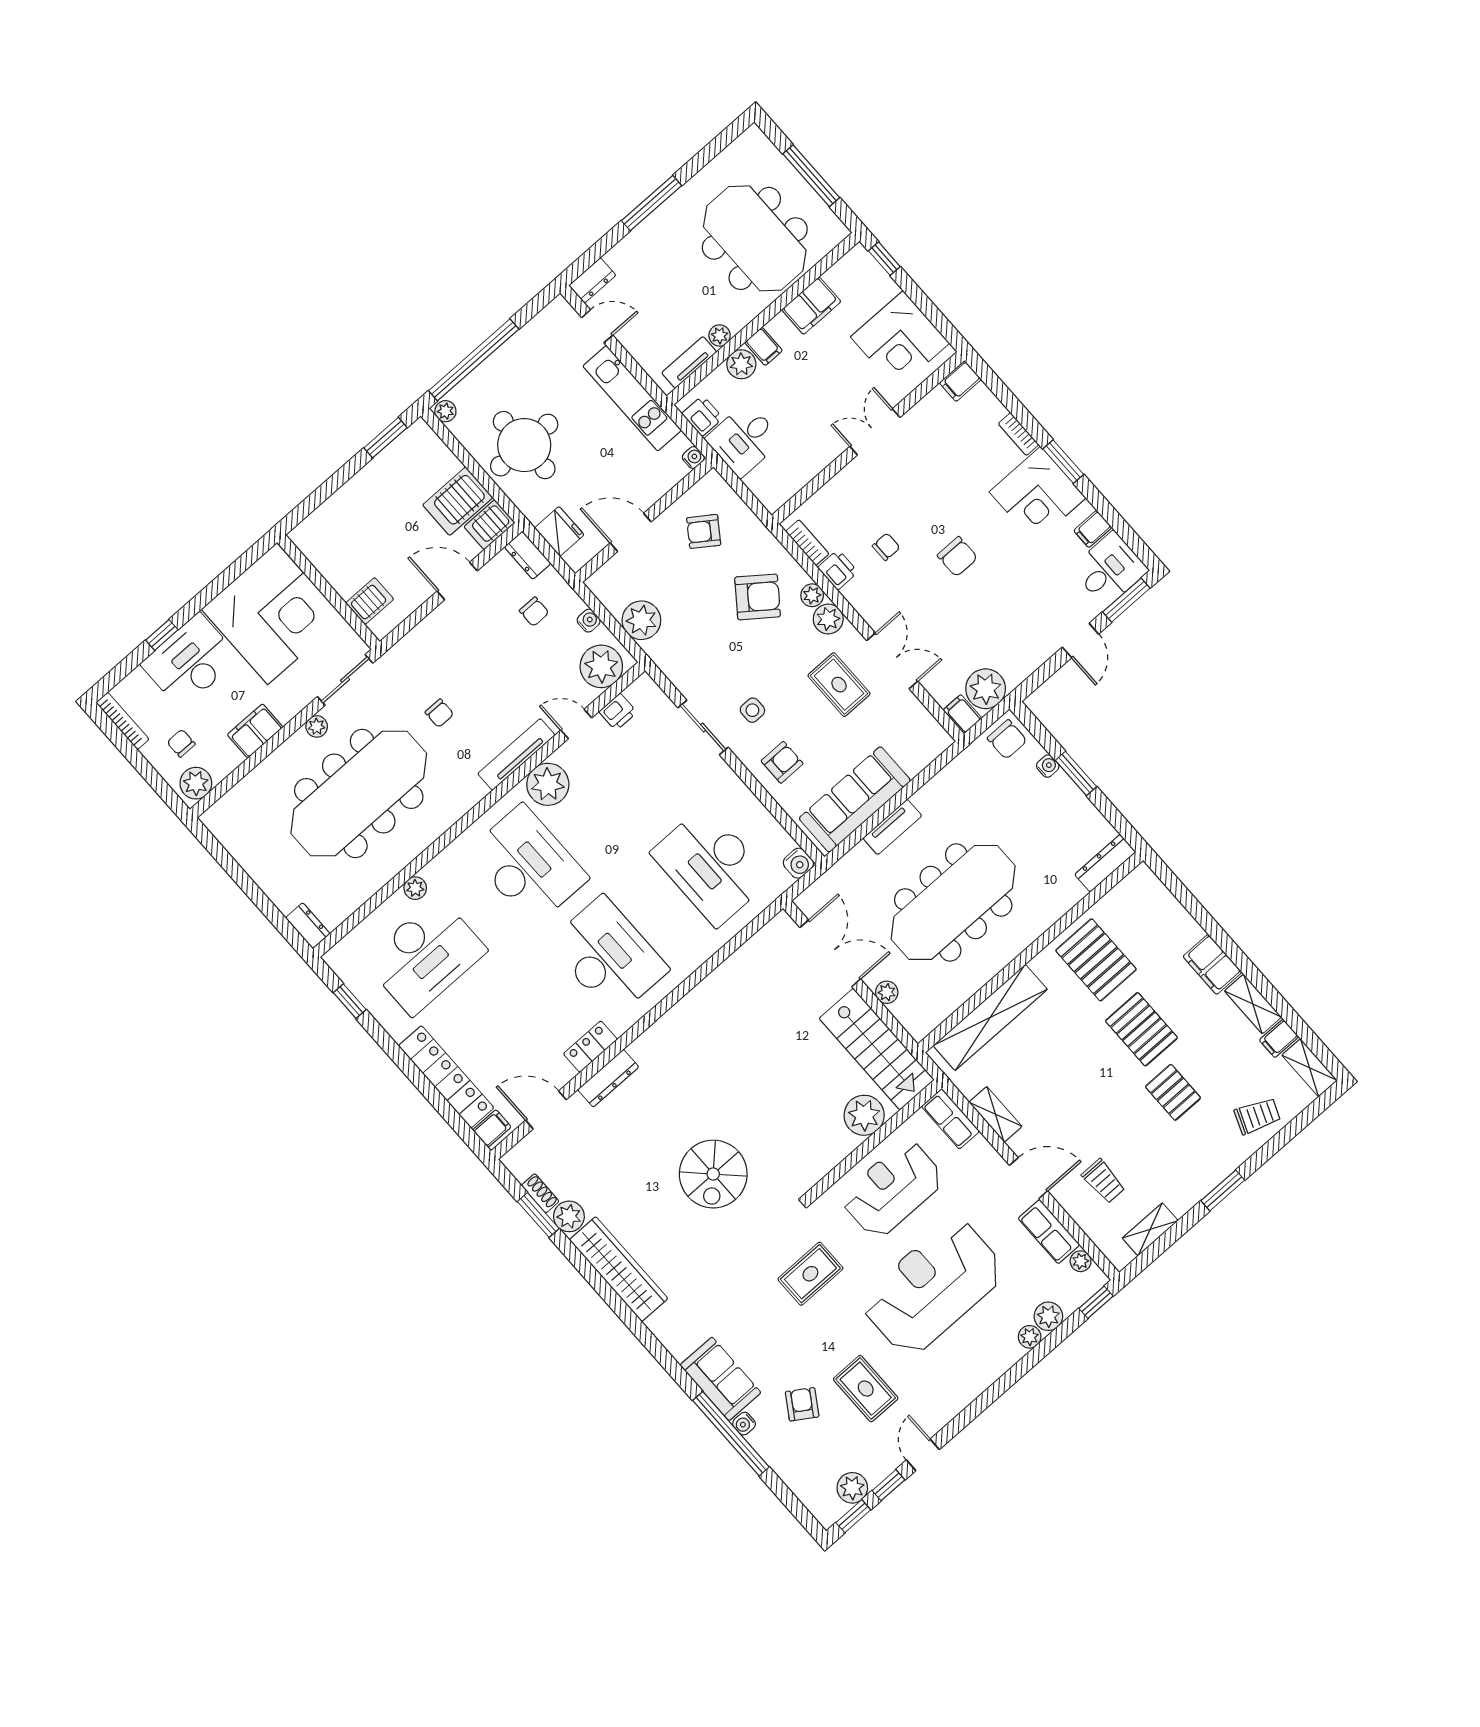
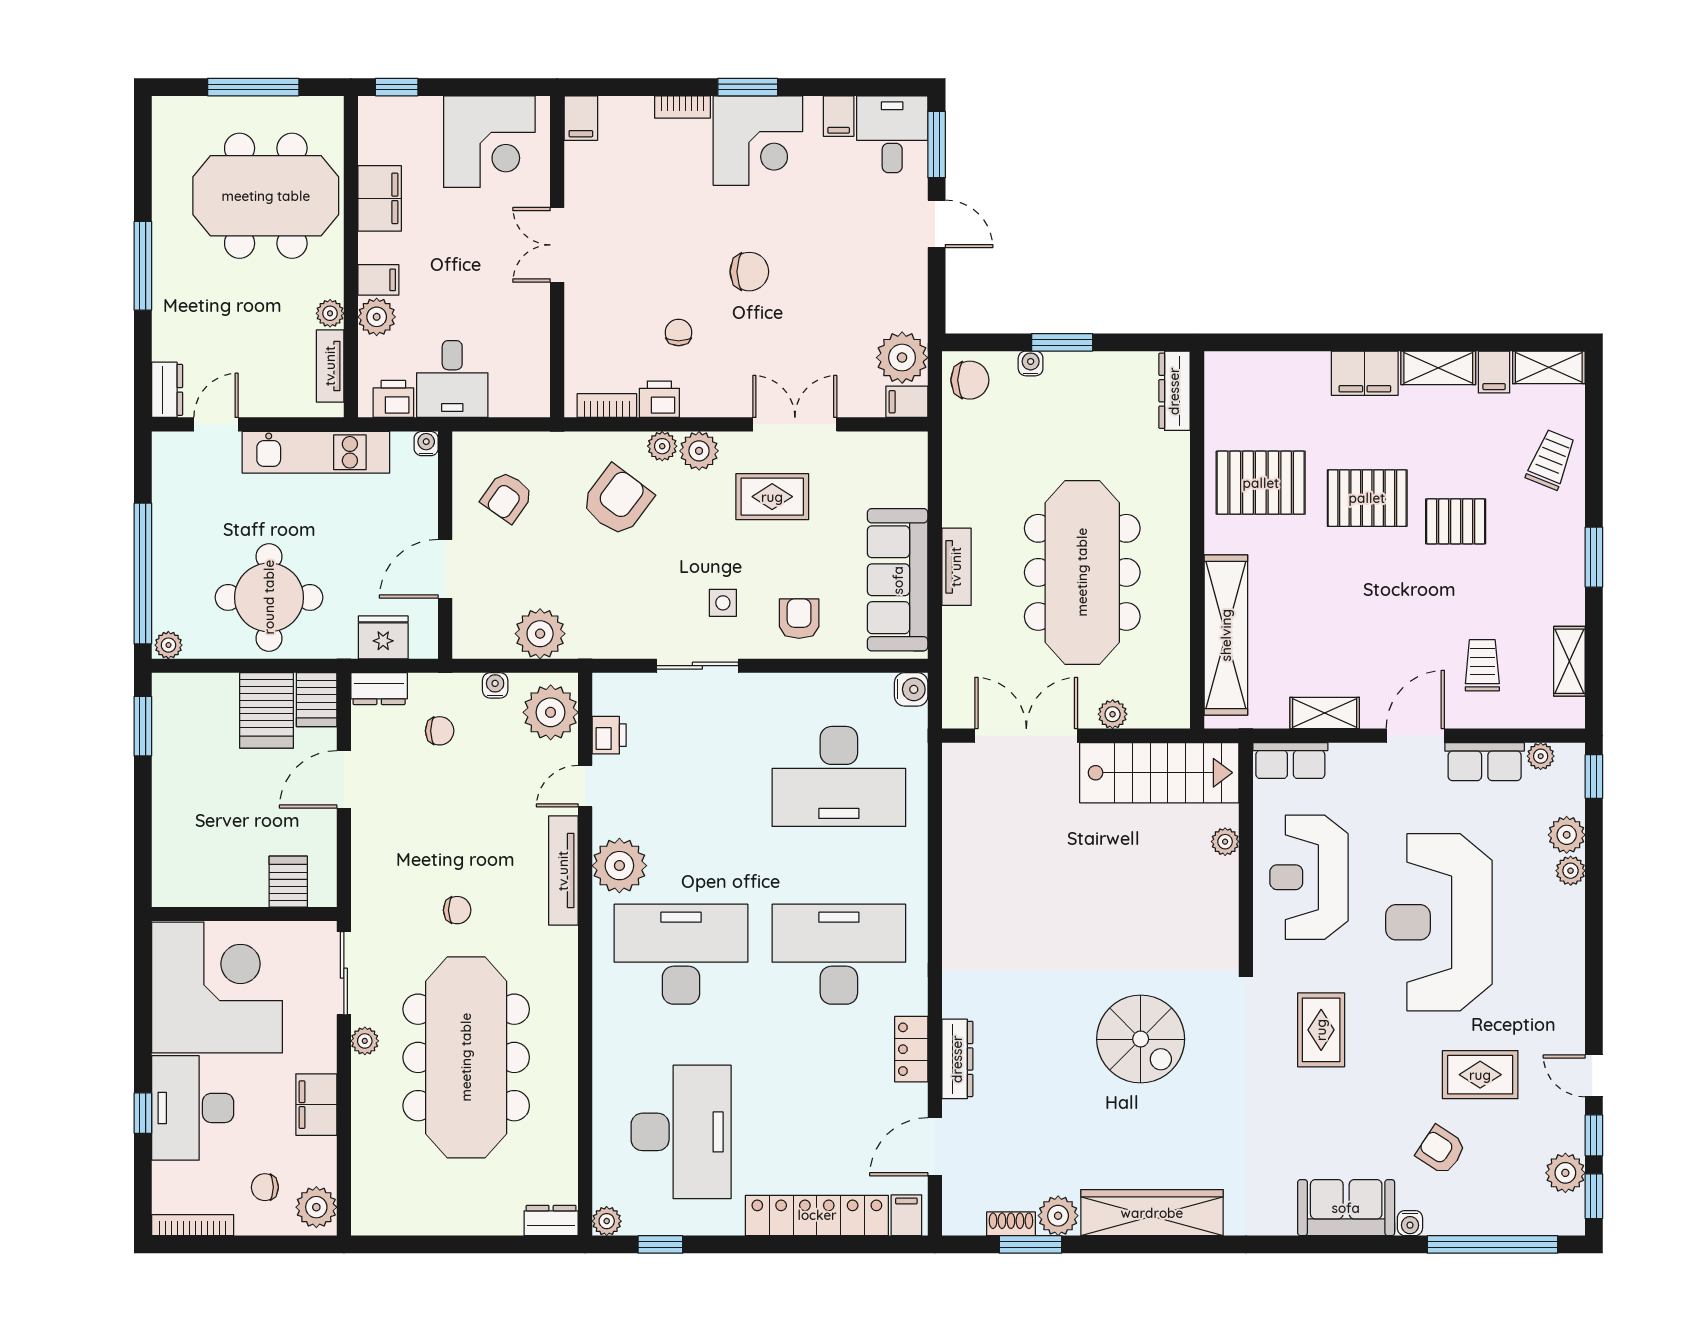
plant: (415, 888) -> (607, 1221), moved
plant: (864, 1115) -> (1225, 842), width x0.53, depth x0.53
trolley: (1103, 1181) -> (1482, 665), turned -90
window: (731, 1434) -> (1492, 1244), moved

